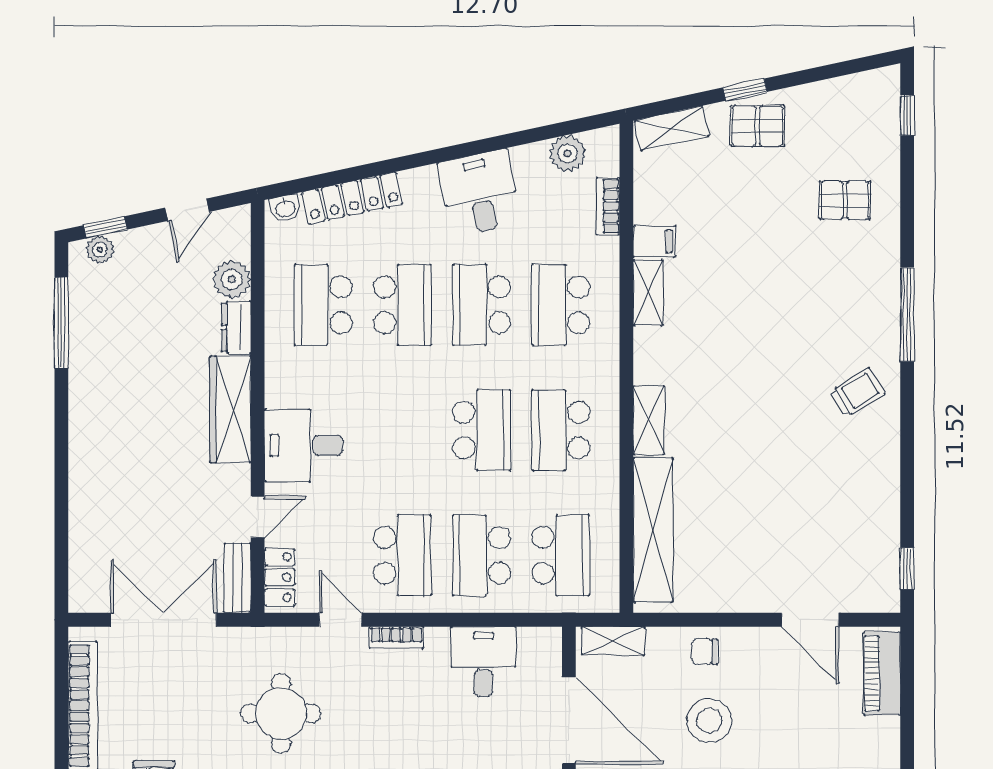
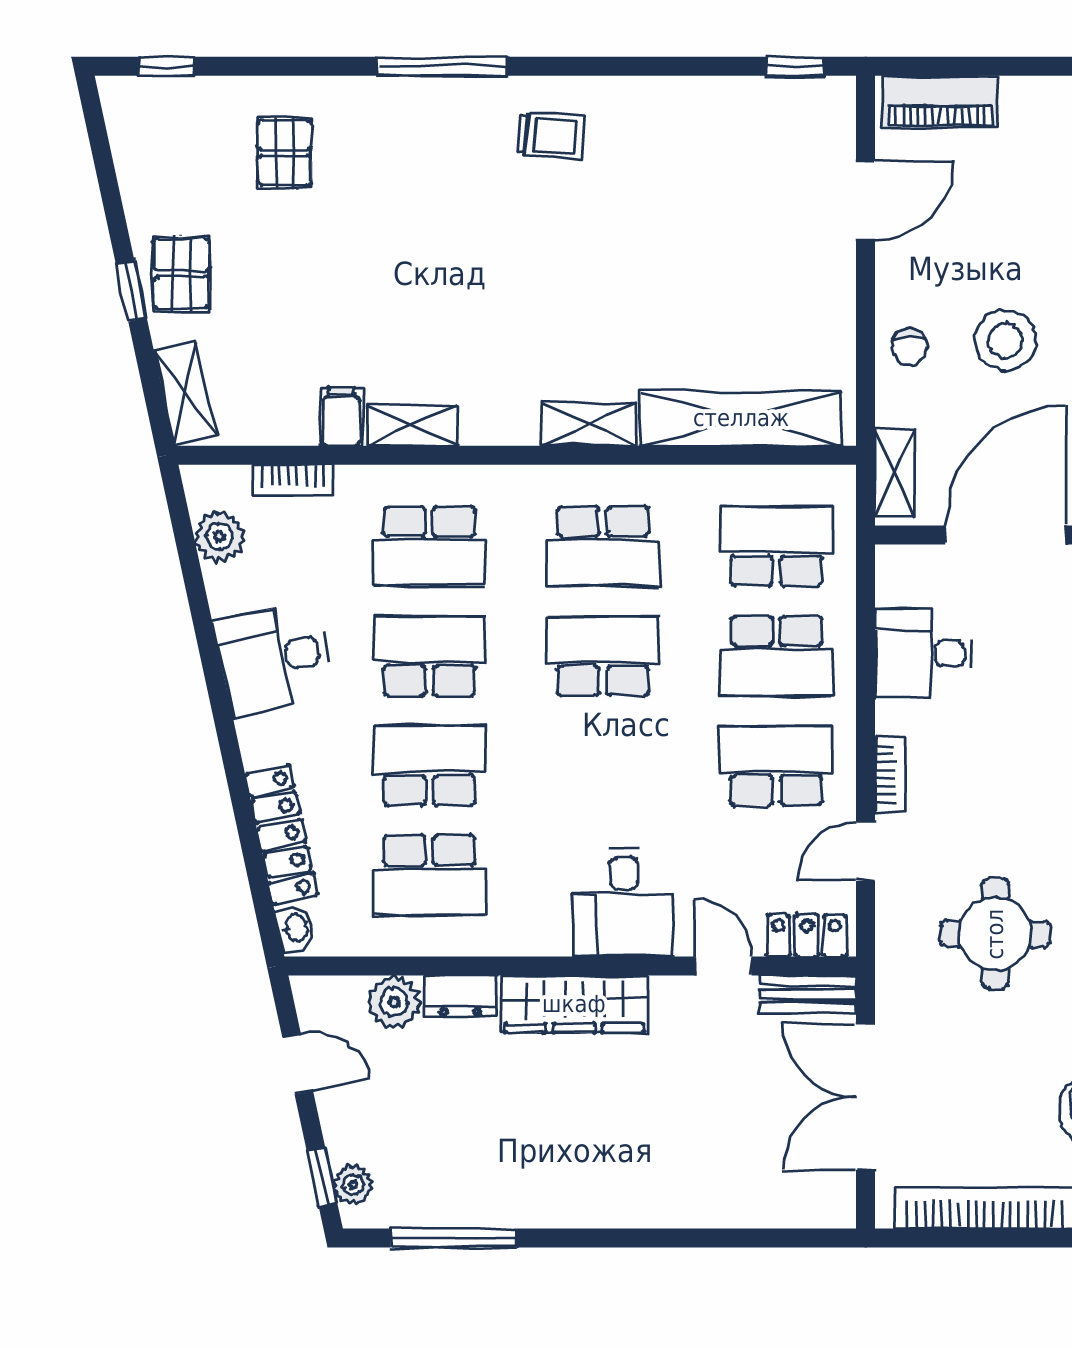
school desk: (482, 305) -> (429, 656), turned 180
trolley: (857, 392) -> (551, 135), turned 124

